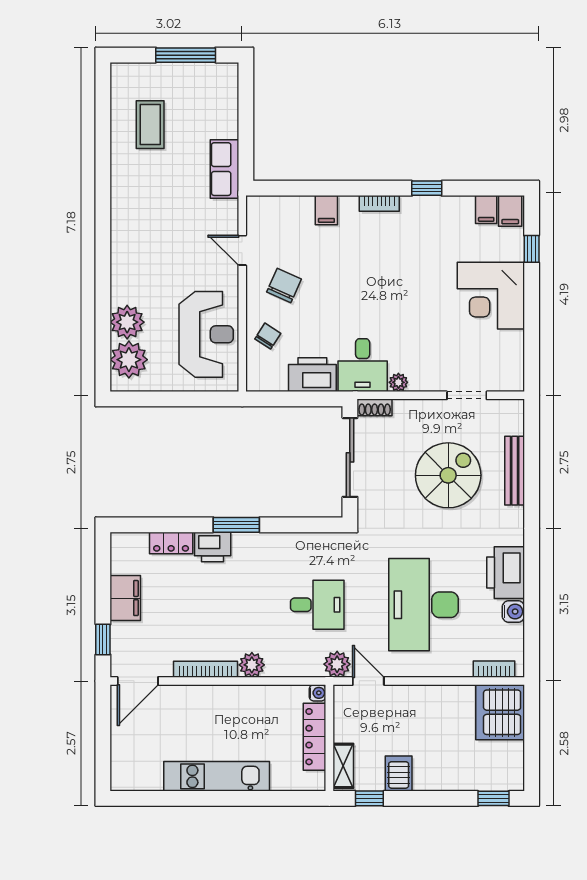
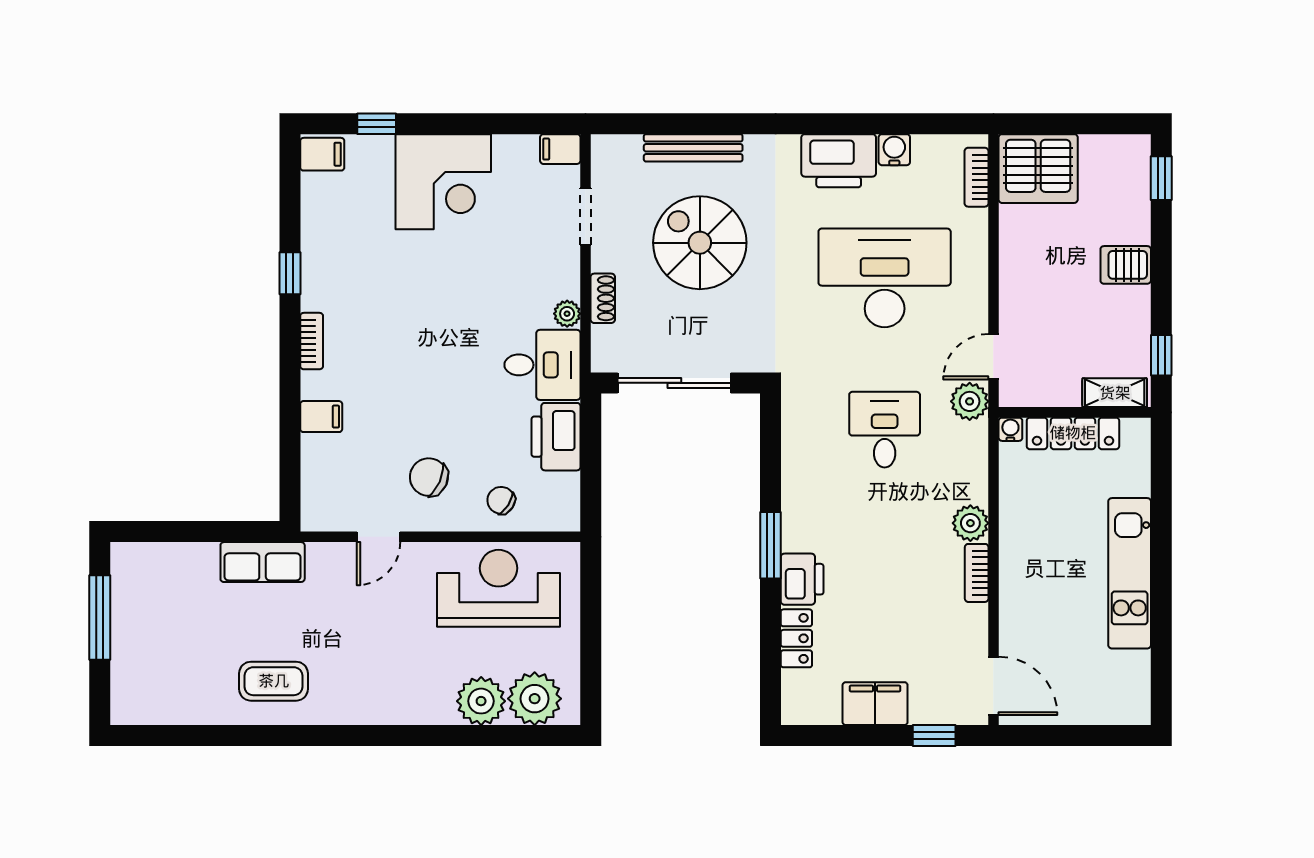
coffee table: (150, 125) -> (274, 681), moved
filing cabinet: (486, 210) -> (560, 149), moved, turned 180
shoe rack: (375, 407) -> (603, 298), moved
desk: (424, 605) -> (885, 278), turned 180
bookcase: (205, 669) -> (977, 573), width x0.64
server rack: (399, 774) -> (1126, 265), moved

